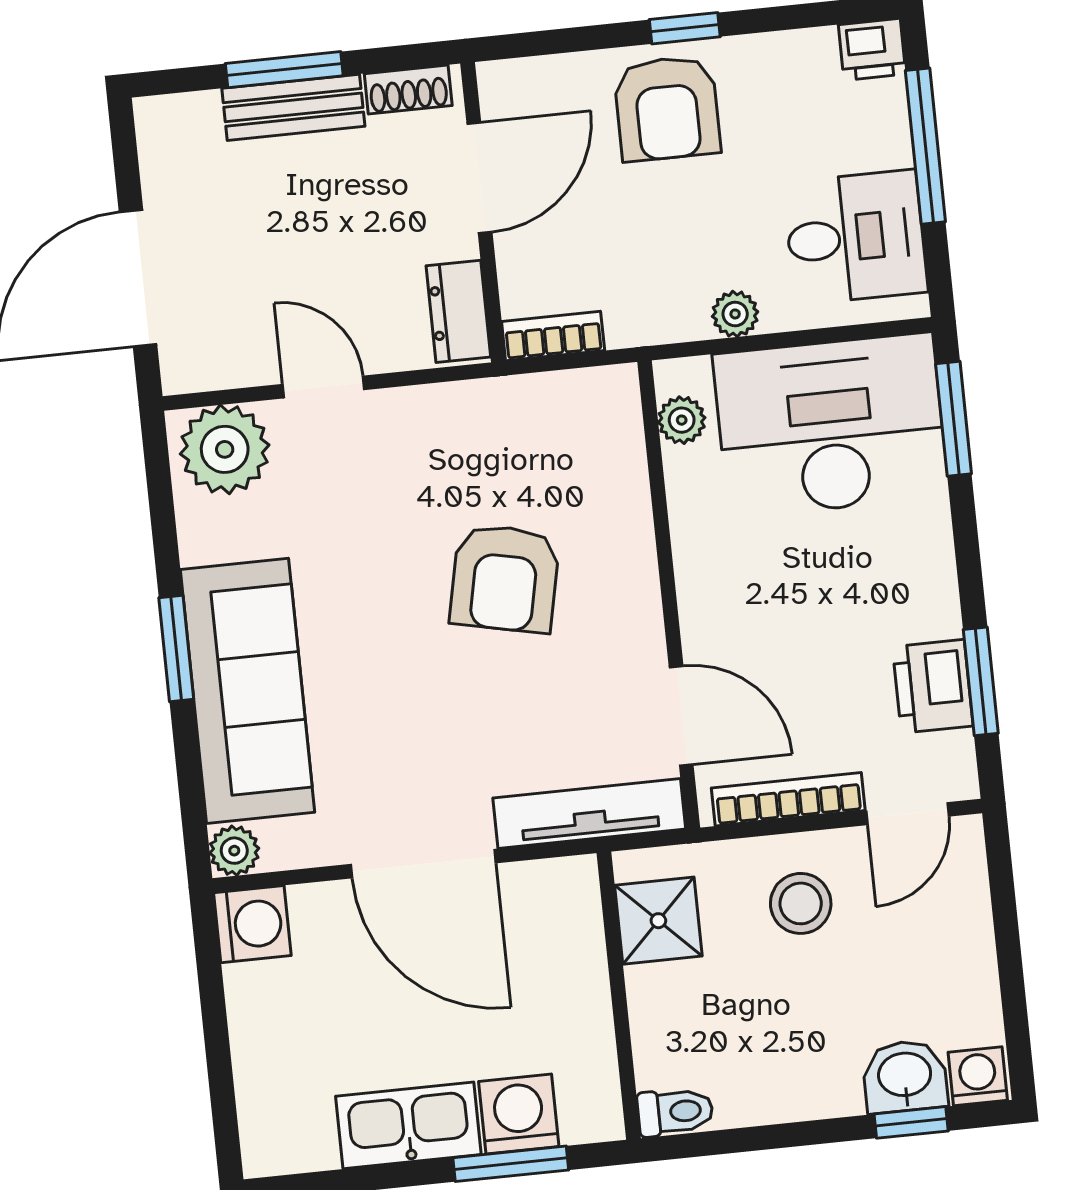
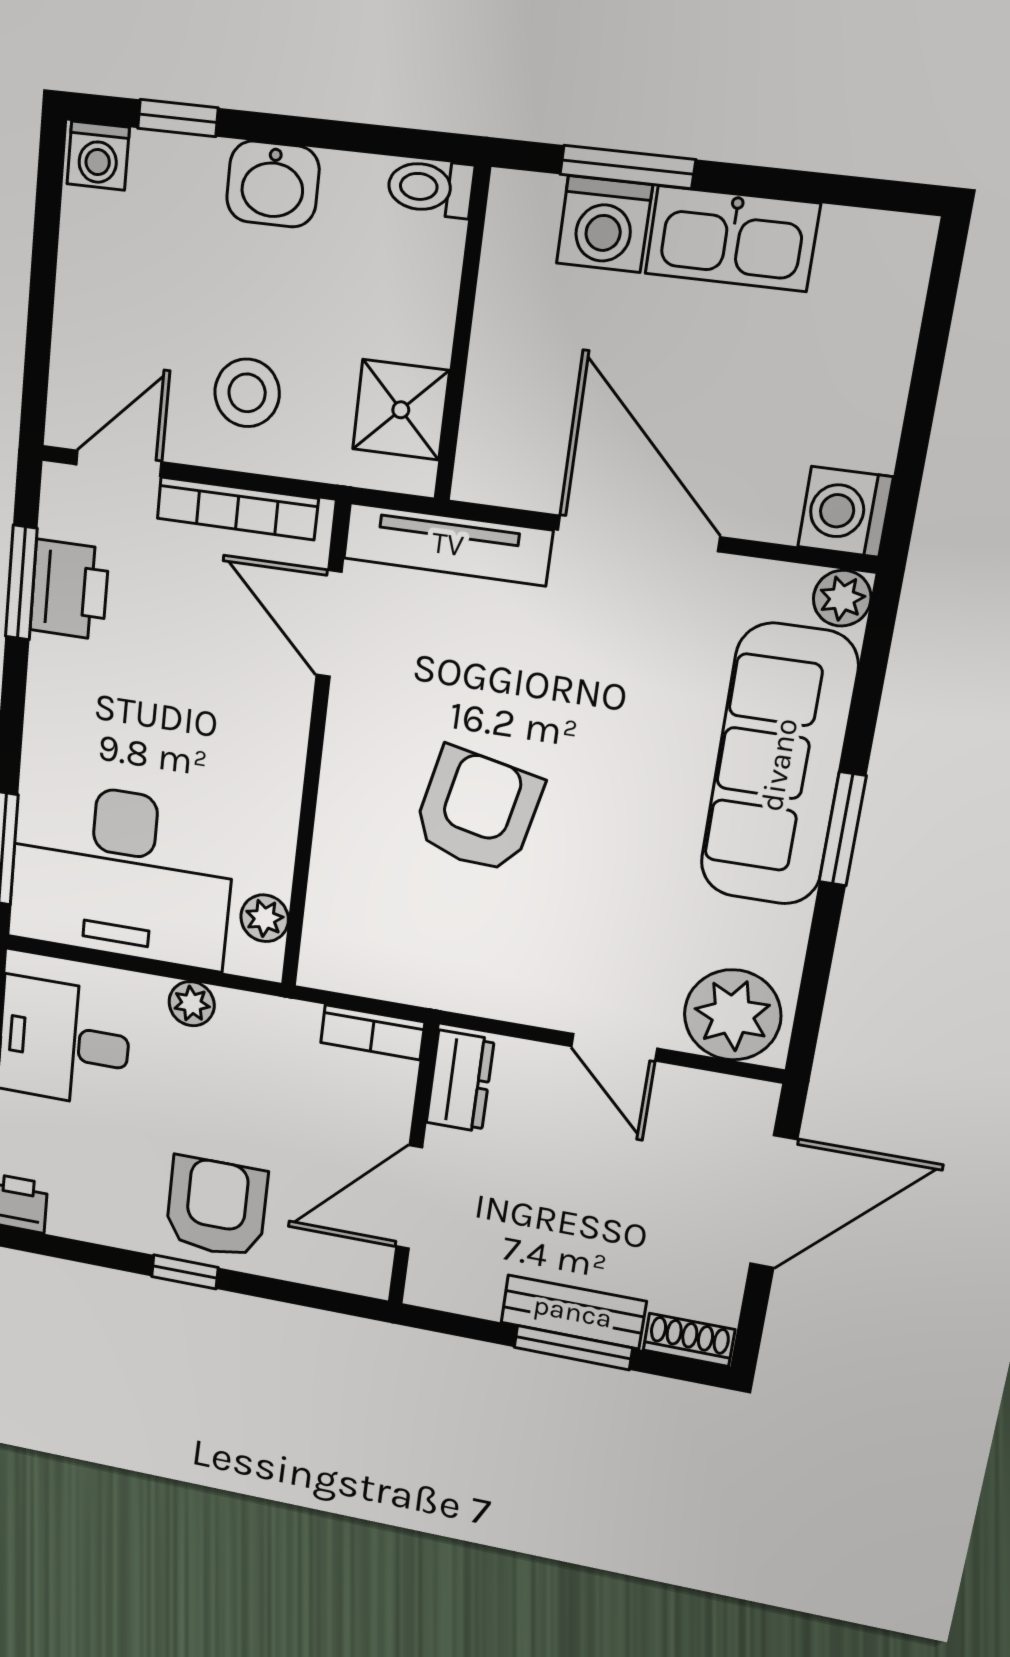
shoe rack: (408, 90) -> (689, 1340), moved
washbasin: (905, 1076) -> (273, 184), moved

